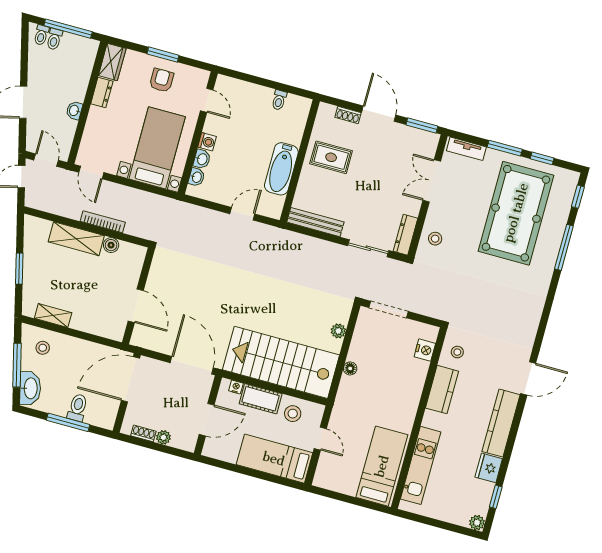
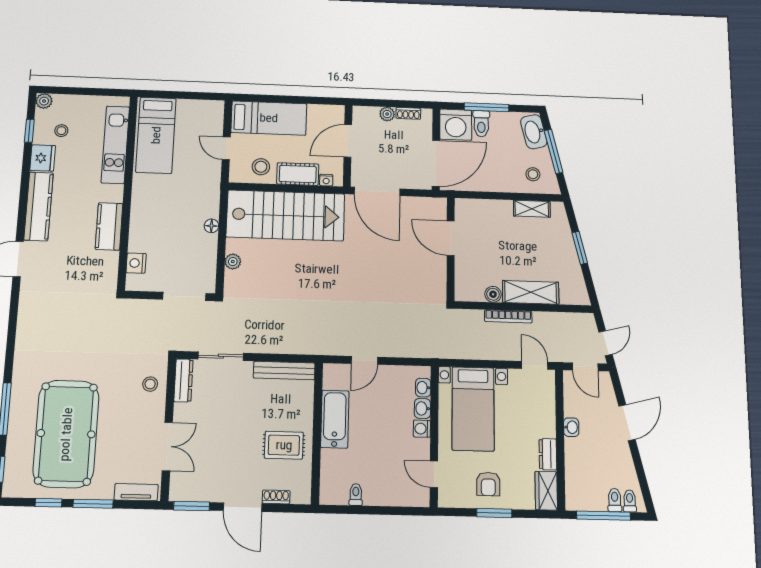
stool: (457, 352) -> (61, 131), moved
washing machine: (102, 412) -> (456, 125), added

